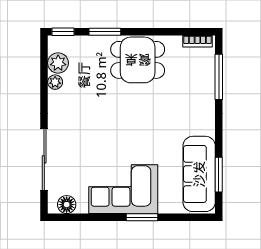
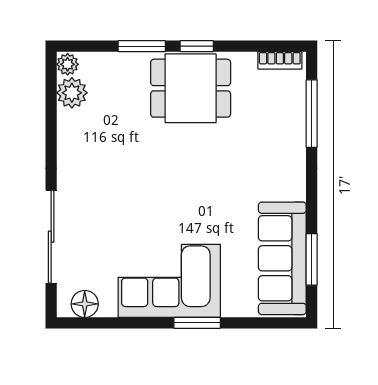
window: (63, 32) -> (197, 46), moved
plant: (55, 82) -> (68, 64), moved

